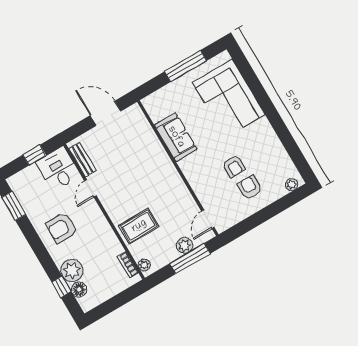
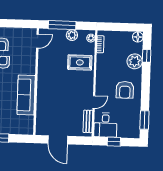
sofa: (176, 137) -> (26, 95), width x1.36
armchair: (62, 228) -> (125, 90), turned 90
plant: (185, 245) -> (72, 35), moved
floor lamp: (79, 290) -> (138, 37), moved

